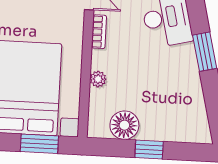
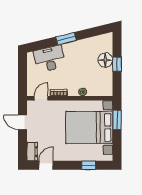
floor lamp: (124, 125) -> (105, 60), moved

